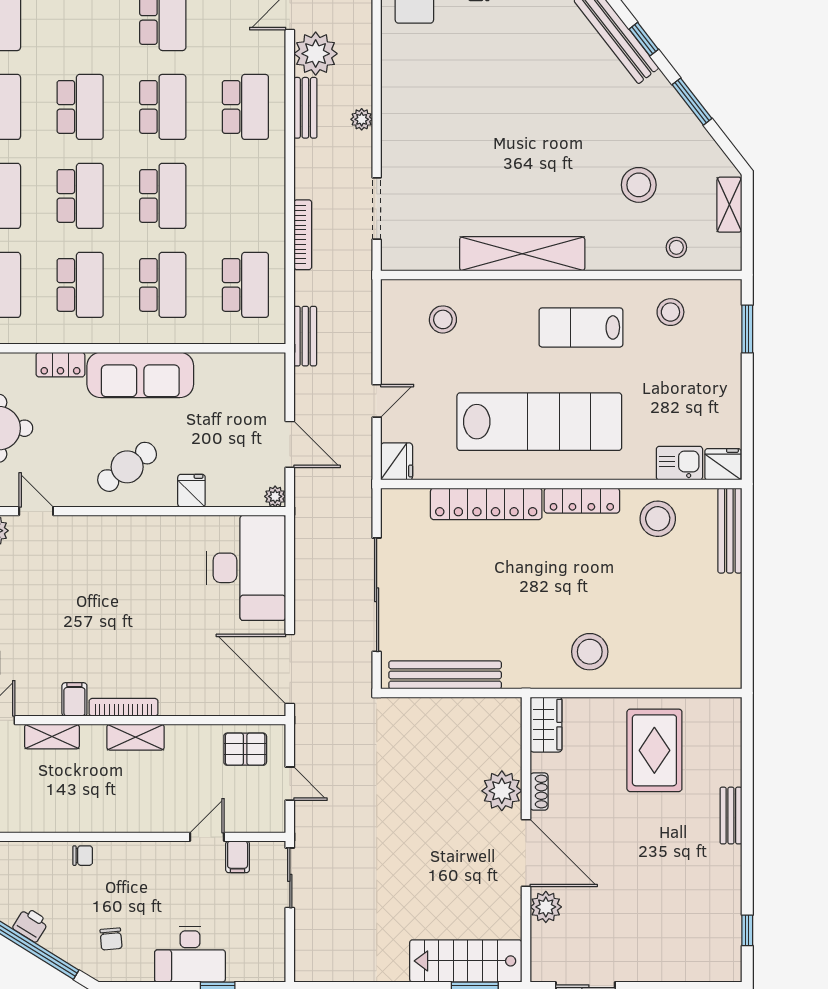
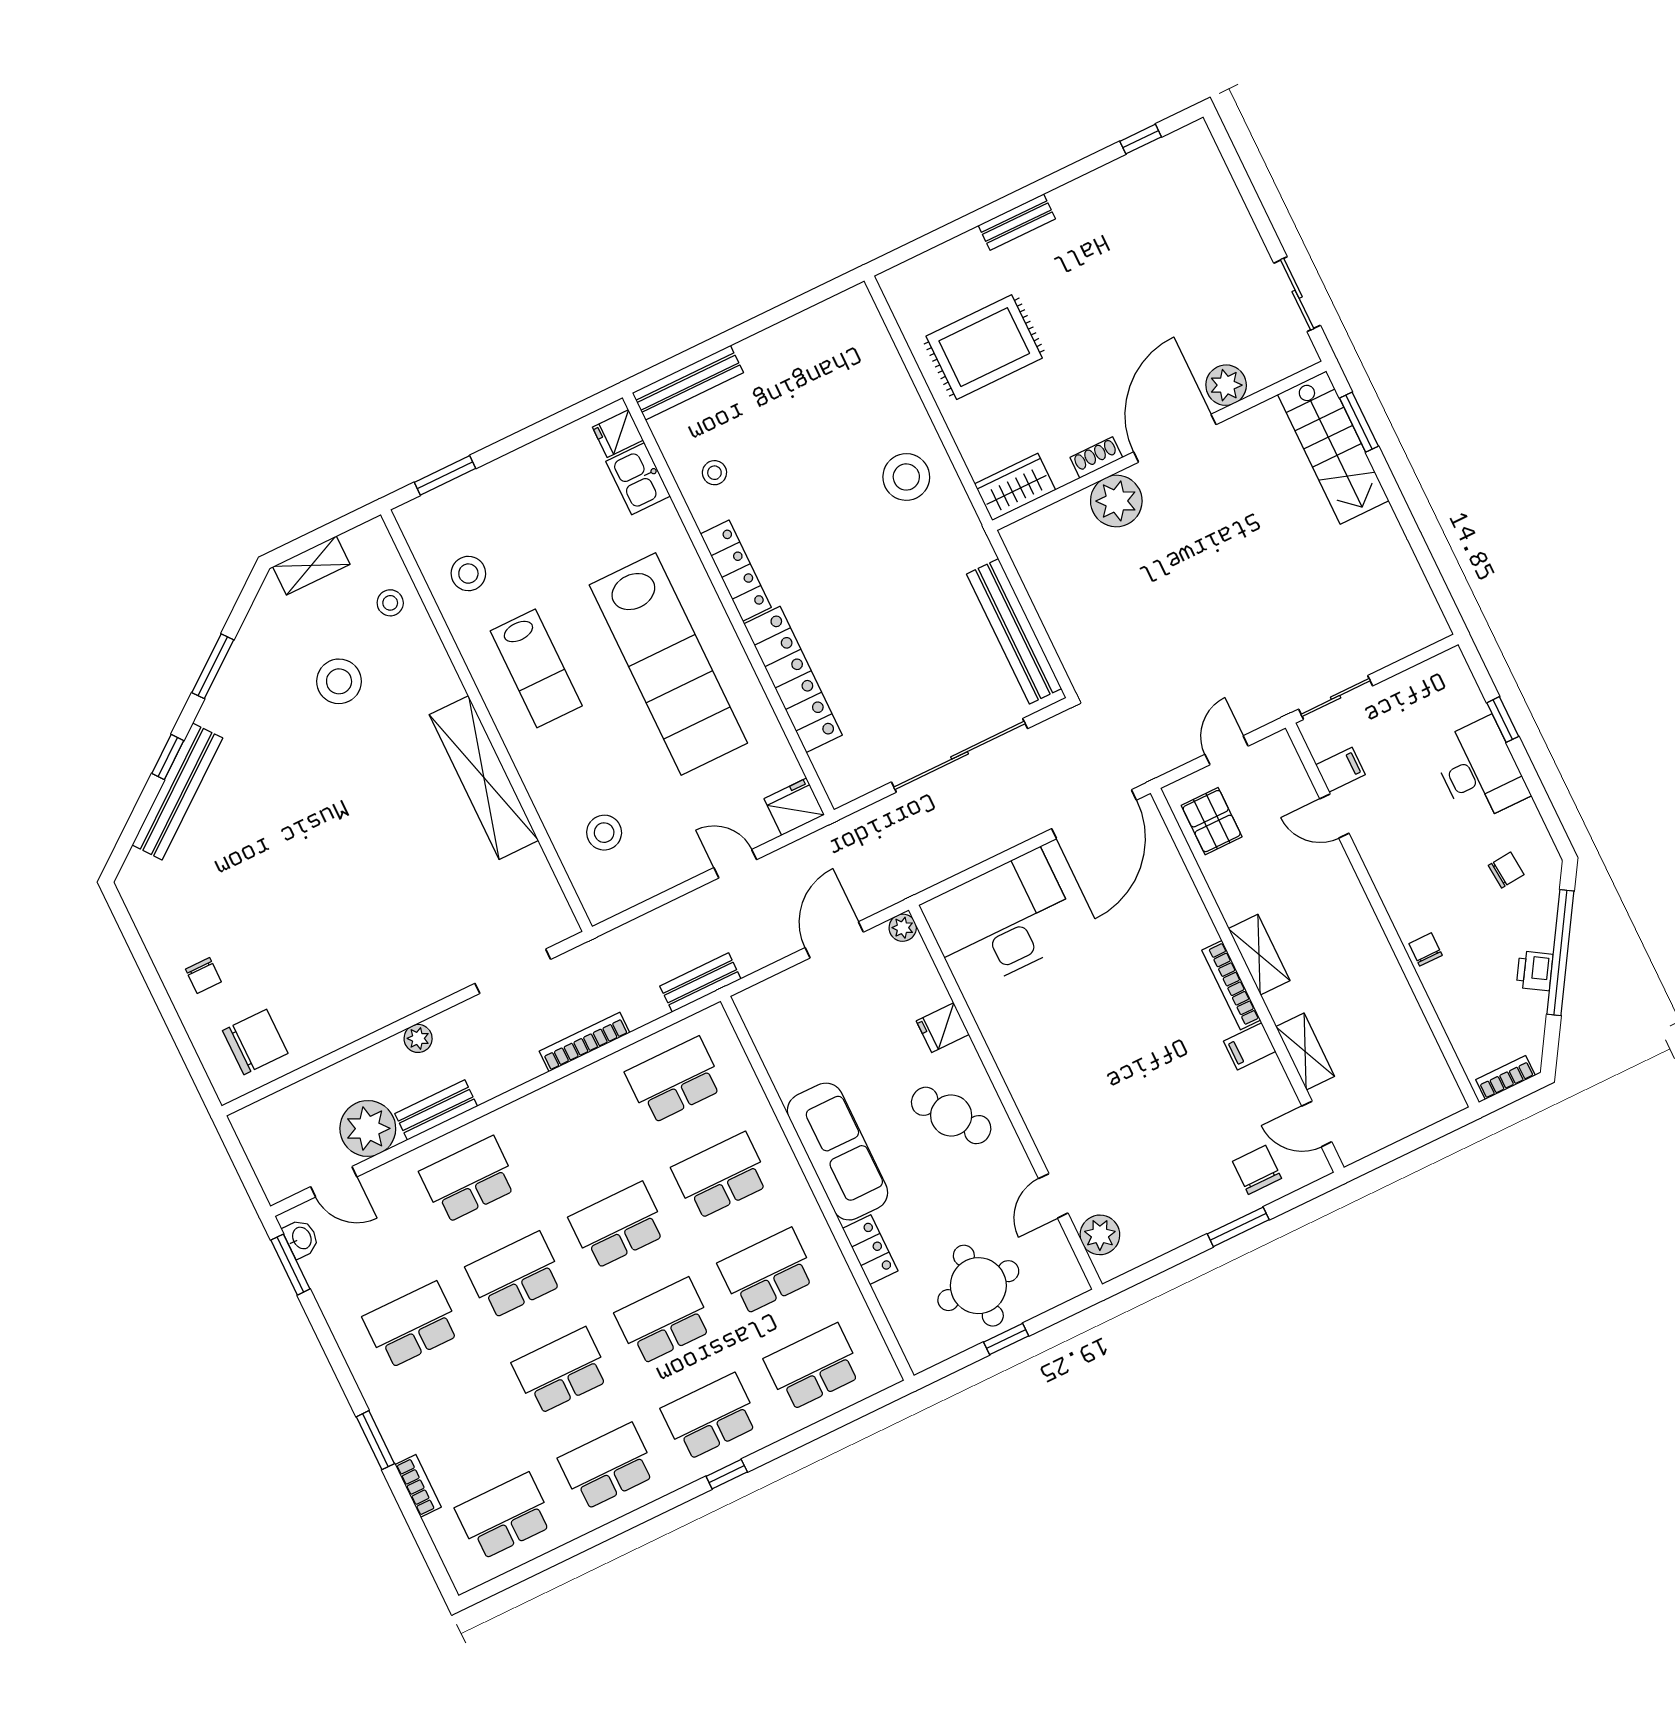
lab bench: (539, 422) -> (668, 664), turned 180
fridge: (723, 464) -> (618, 434), width x0.72
stool: (658, 519) -> (714, 473), width x0.53, depth x0.53

